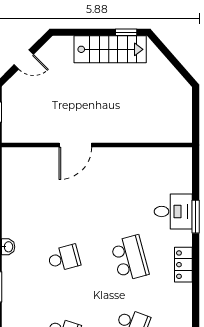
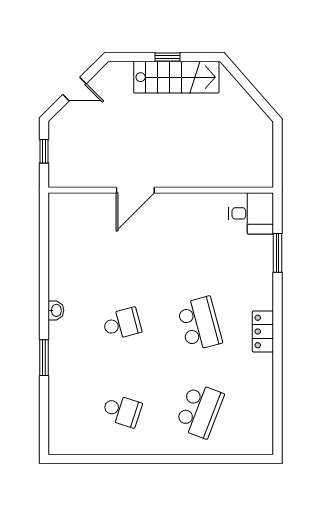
window: (126, 32) -> (168, 57), moved
desk: (173, 211) -> (251, 213), moved
window: (196, 217) -> (278, 253), moved

